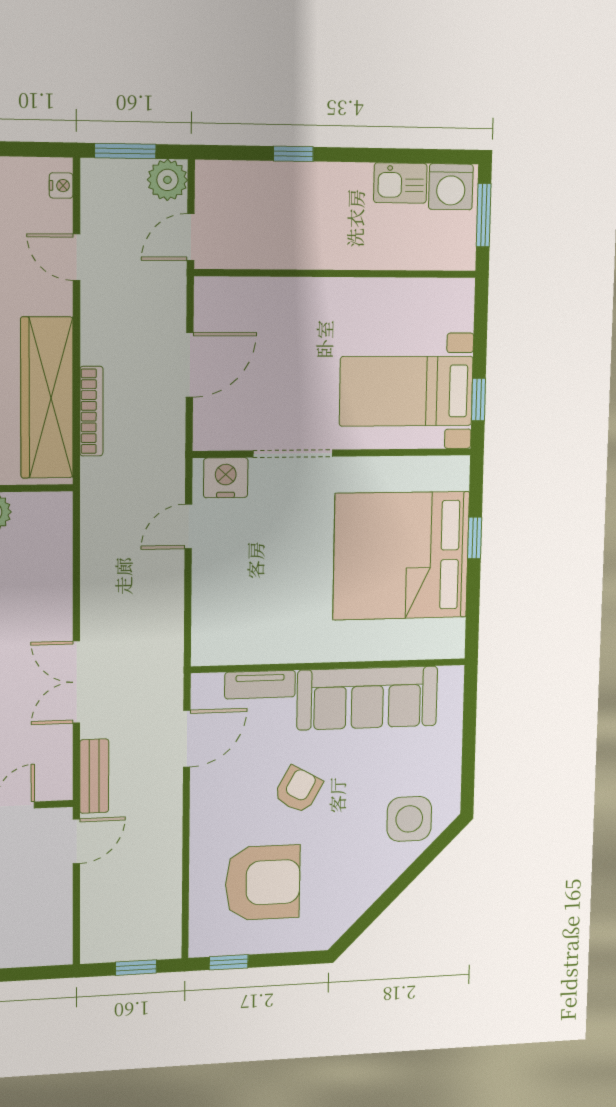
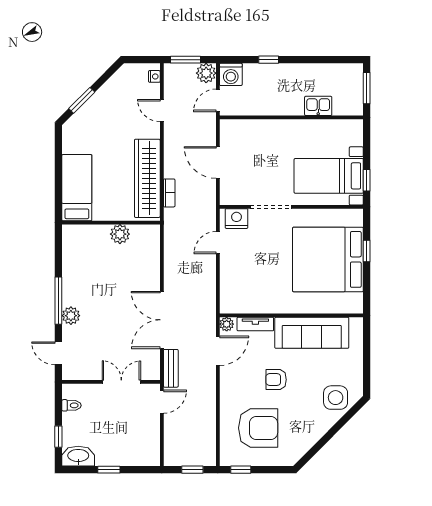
kitchen sink: (400, 183) -> (318, 106), moved, turned 180
washing machine: (451, 187) -> (231, 74), moved
door: (190, 365) -> (218, 163), swing flipped
bookcase: (91, 411) -> (169, 193), width x0.64
double door: (76, 682) -> (162, 320), width x1.37
plant: (204, 687) -> (227, 324), added
armchair: (298, 790) -> (276, 380), turned -119

